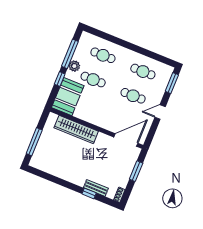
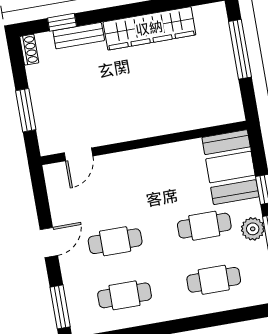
wardrobe: (76, 130) -> (149, 28), moved, turned 180
door: (126, 140) -> (79, 154), width x0.53
window: (89, 193) -> (62, 22), moved

